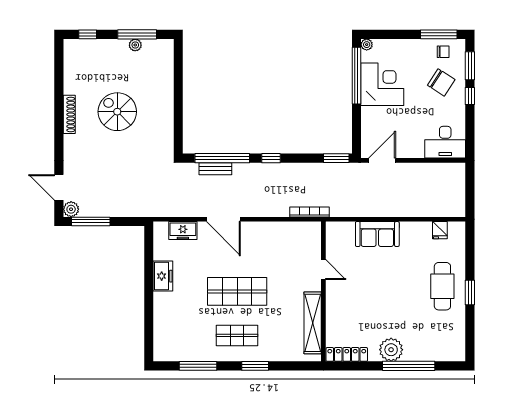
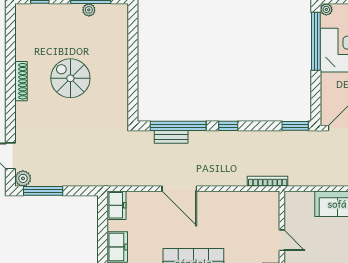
freezer: (183, 231) -> (116, 205), moved, turned -90

